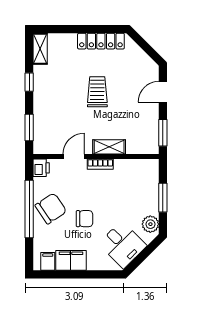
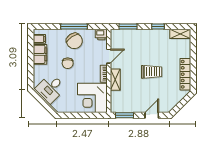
door: (163, 92) -> (152, 115), hinge flipped
door: (74, 157) -> (109, 56), hinge flipped
corner desk: (137, 181) -> (92, 98), added
window: (163, 198) -> (82, 115), removed
window: (29, 209) -> (74, 27), width x0.68
plant: (150, 224) -> (64, 107), removed

